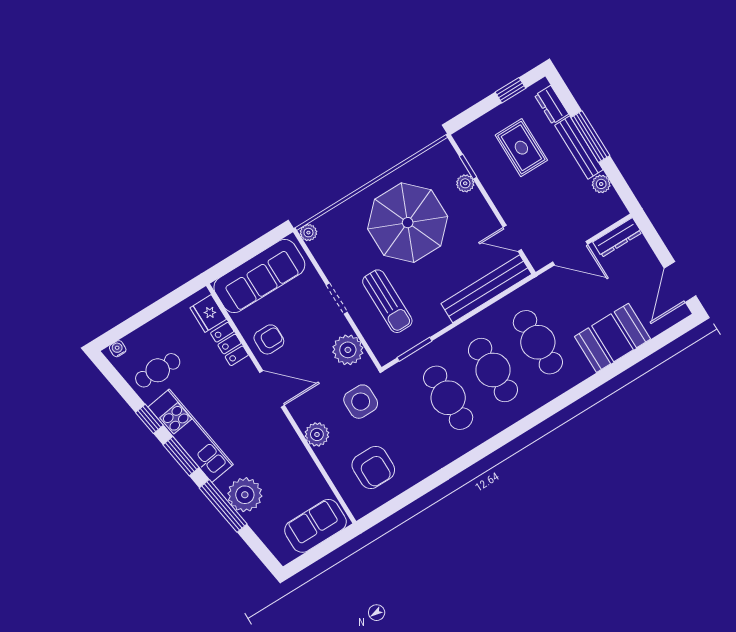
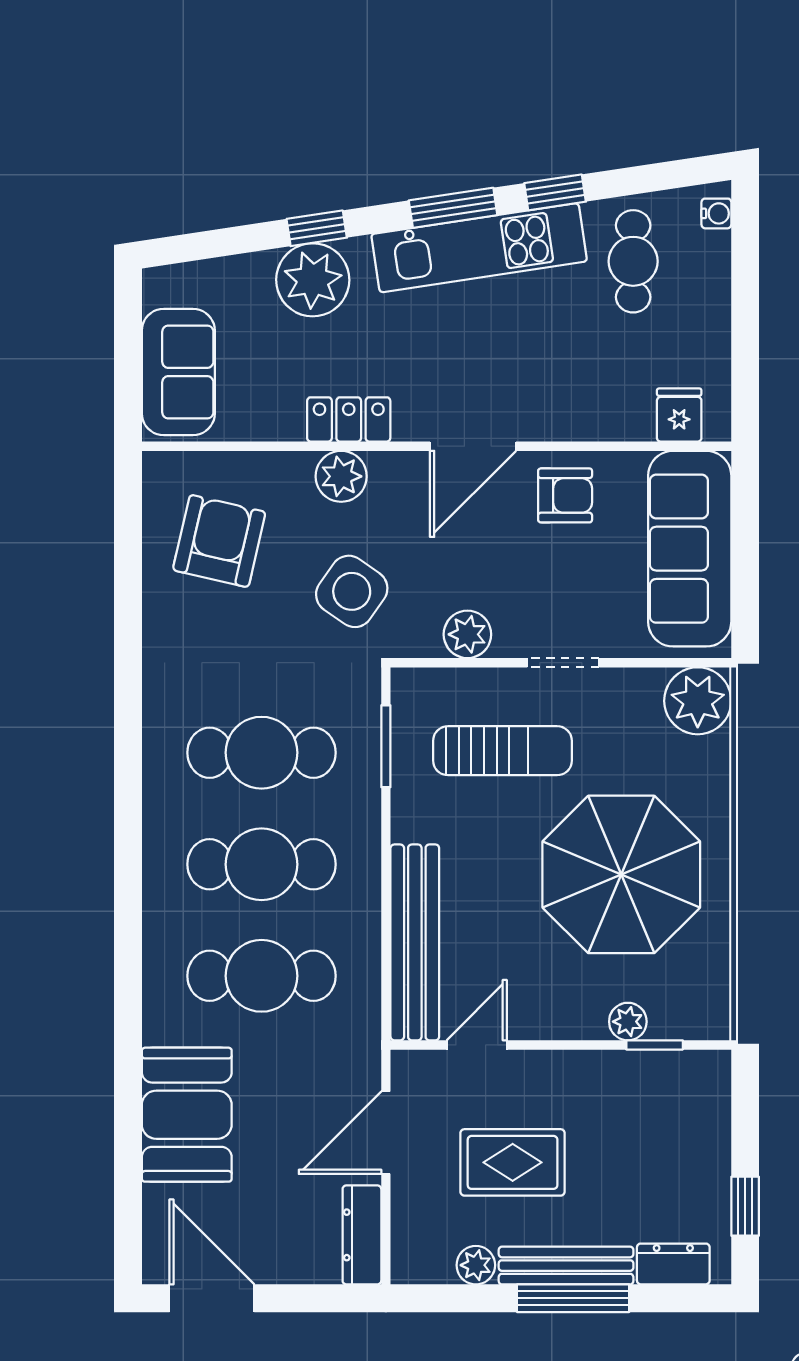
rug: (521, 148) -> (513, 1162), moved
plant: (308, 233) -> (698, 701), width x1.88, depth x1.88
sun lounger: (387, 301) -> (503, 751), turned 180
fridge: (208, 314) -> (679, 415), width x0.72
armchair: (269, 339) -> (565, 495), turned -90
locker: (229, 344) -> (349, 419), moved
plant: (348, 350) -> (467, 634), width x0.73, depth x0.73
side table: (361, 402) -> (352, 591), turned 35
armchair: (373, 467) -> (219, 541), turned 103
window: (223, 506) -> (317, 228), width x0.46

